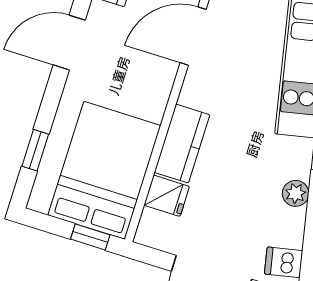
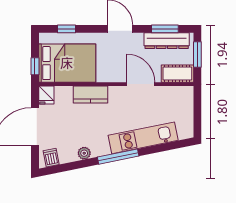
fridge: (167, 196) -> (46, 95), moved

